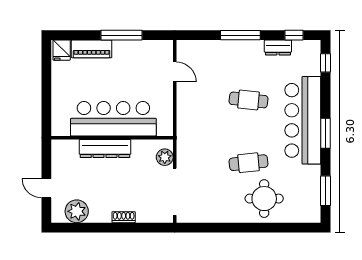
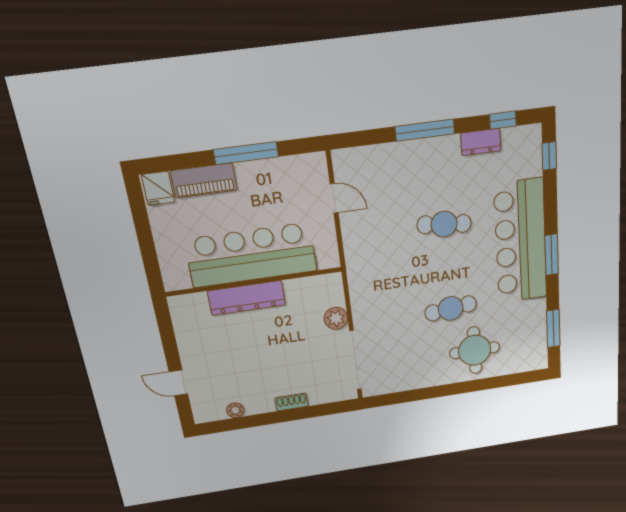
bar counter: (113, 119) -> (251, 255), moved
wall: (112, 138) -> (254, 282), moved
dresser: (105, 149) -> (247, 298), moved
plant: (77, 211) -> (235, 410), width x0.53, depth x0.53

